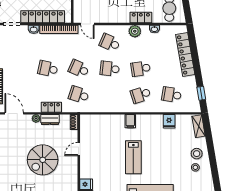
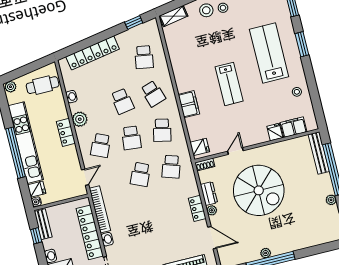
locker: (141, 17) -> (66, 132), moved
school desk: (48, 69) -> (162, 130), moved
locker: (51, 107) -> (197, 208), moved
door: (14, 113) -> (212, 238), swing flipped
filing cabinet: (130, 121) -> (189, 104), width x2.00
fridge: (169, 121) -> (200, 147), moved
door: (79, 149) -> (235, 151), swing flipped
lab bench: (133, 157) -> (229, 84), turned 90
spiral stairs: (43, 160) -> (259, 190), width x1.37, depth x1.37

